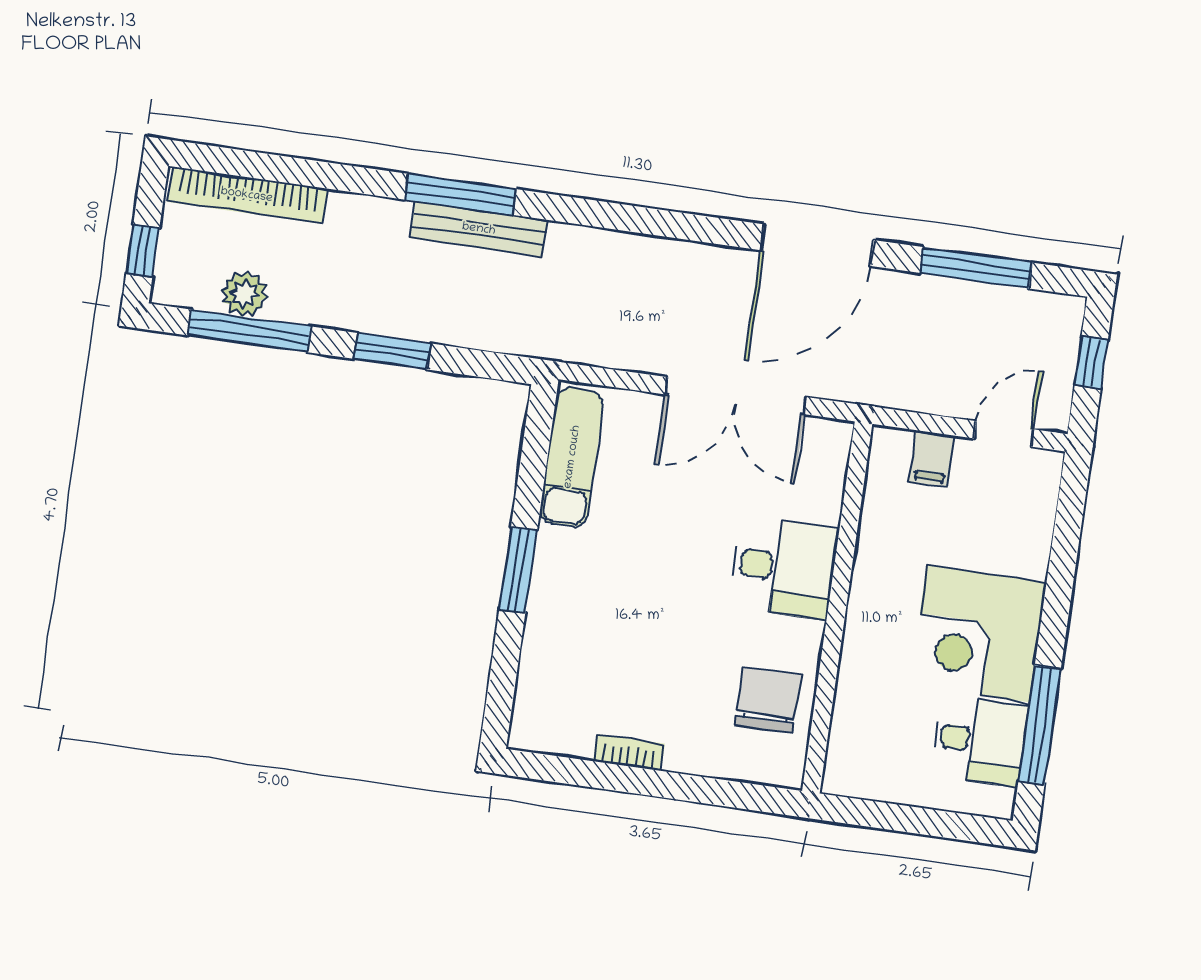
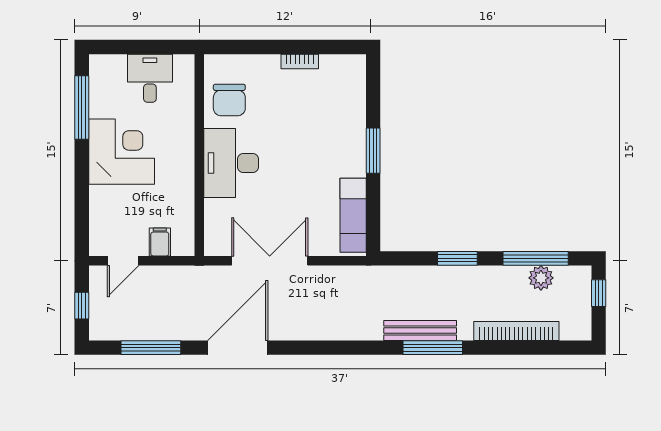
bookcase: (247, 195) -> (516, 331), moved
desk: (783, 567) -> (231, 163), width x1.37
desk: (979, 740) -> (150, 78), moved, turned 90

